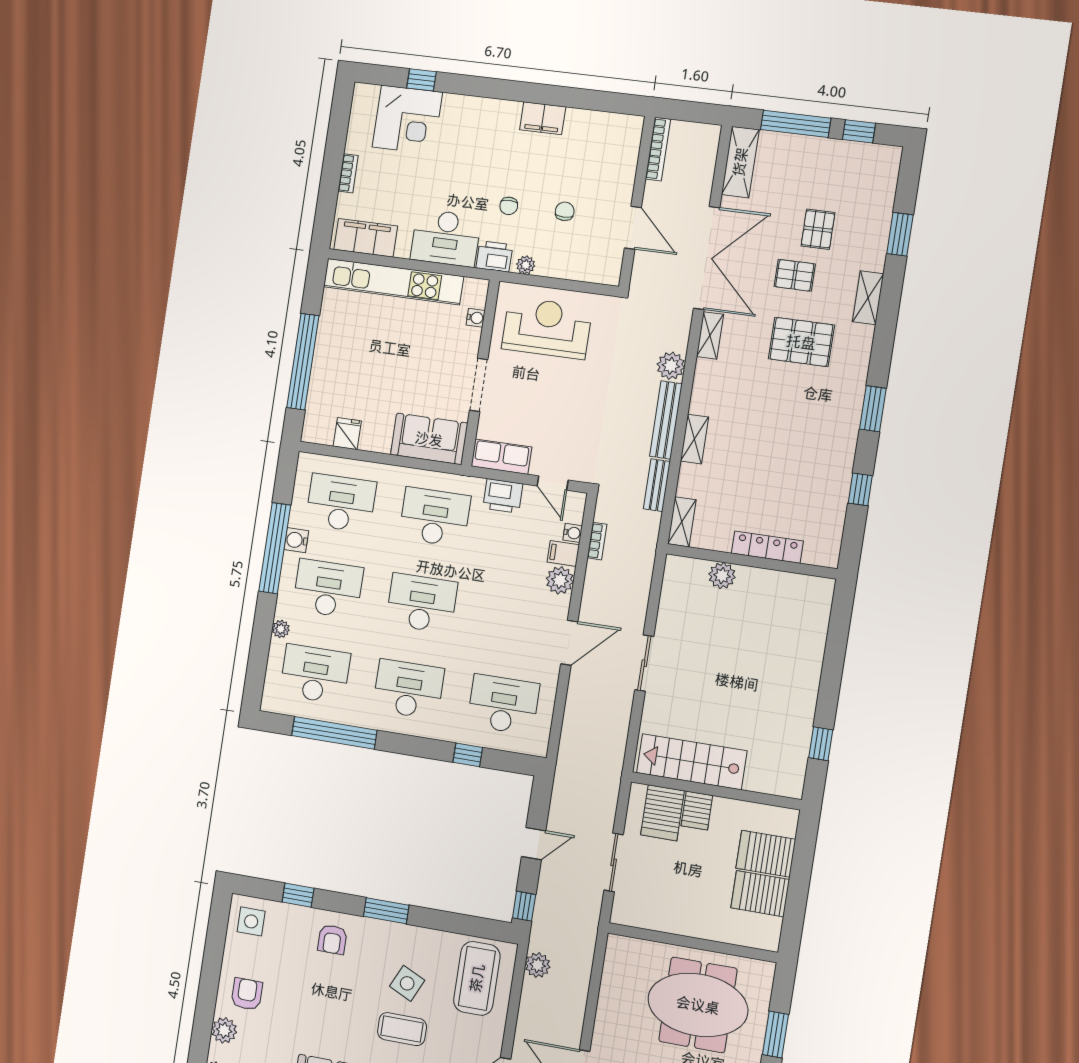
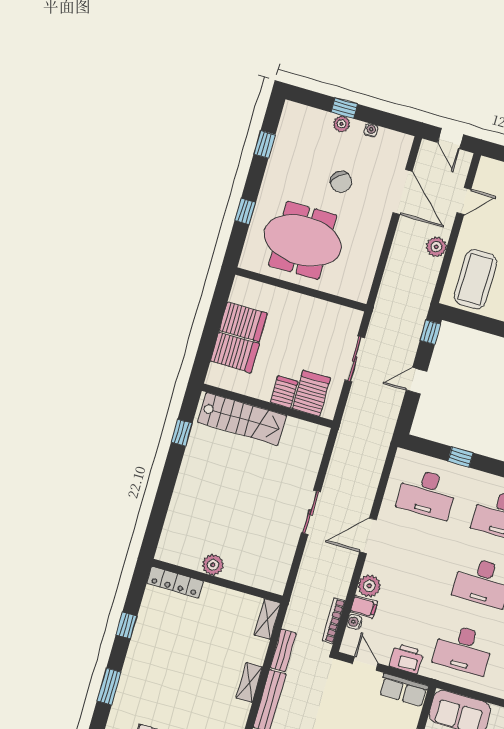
bookcase: (597, 541) -> (334, 621), width x1.56
locker: (767, 547) -> (175, 582), moved
plant: (722, 576) -> (213, 565), moved
stairs: (692, 762) -> (242, 419), moved
plant: (538, 965) -> (436, 247), moved
window: (776, 1035) -> (245, 211), width x0.67

